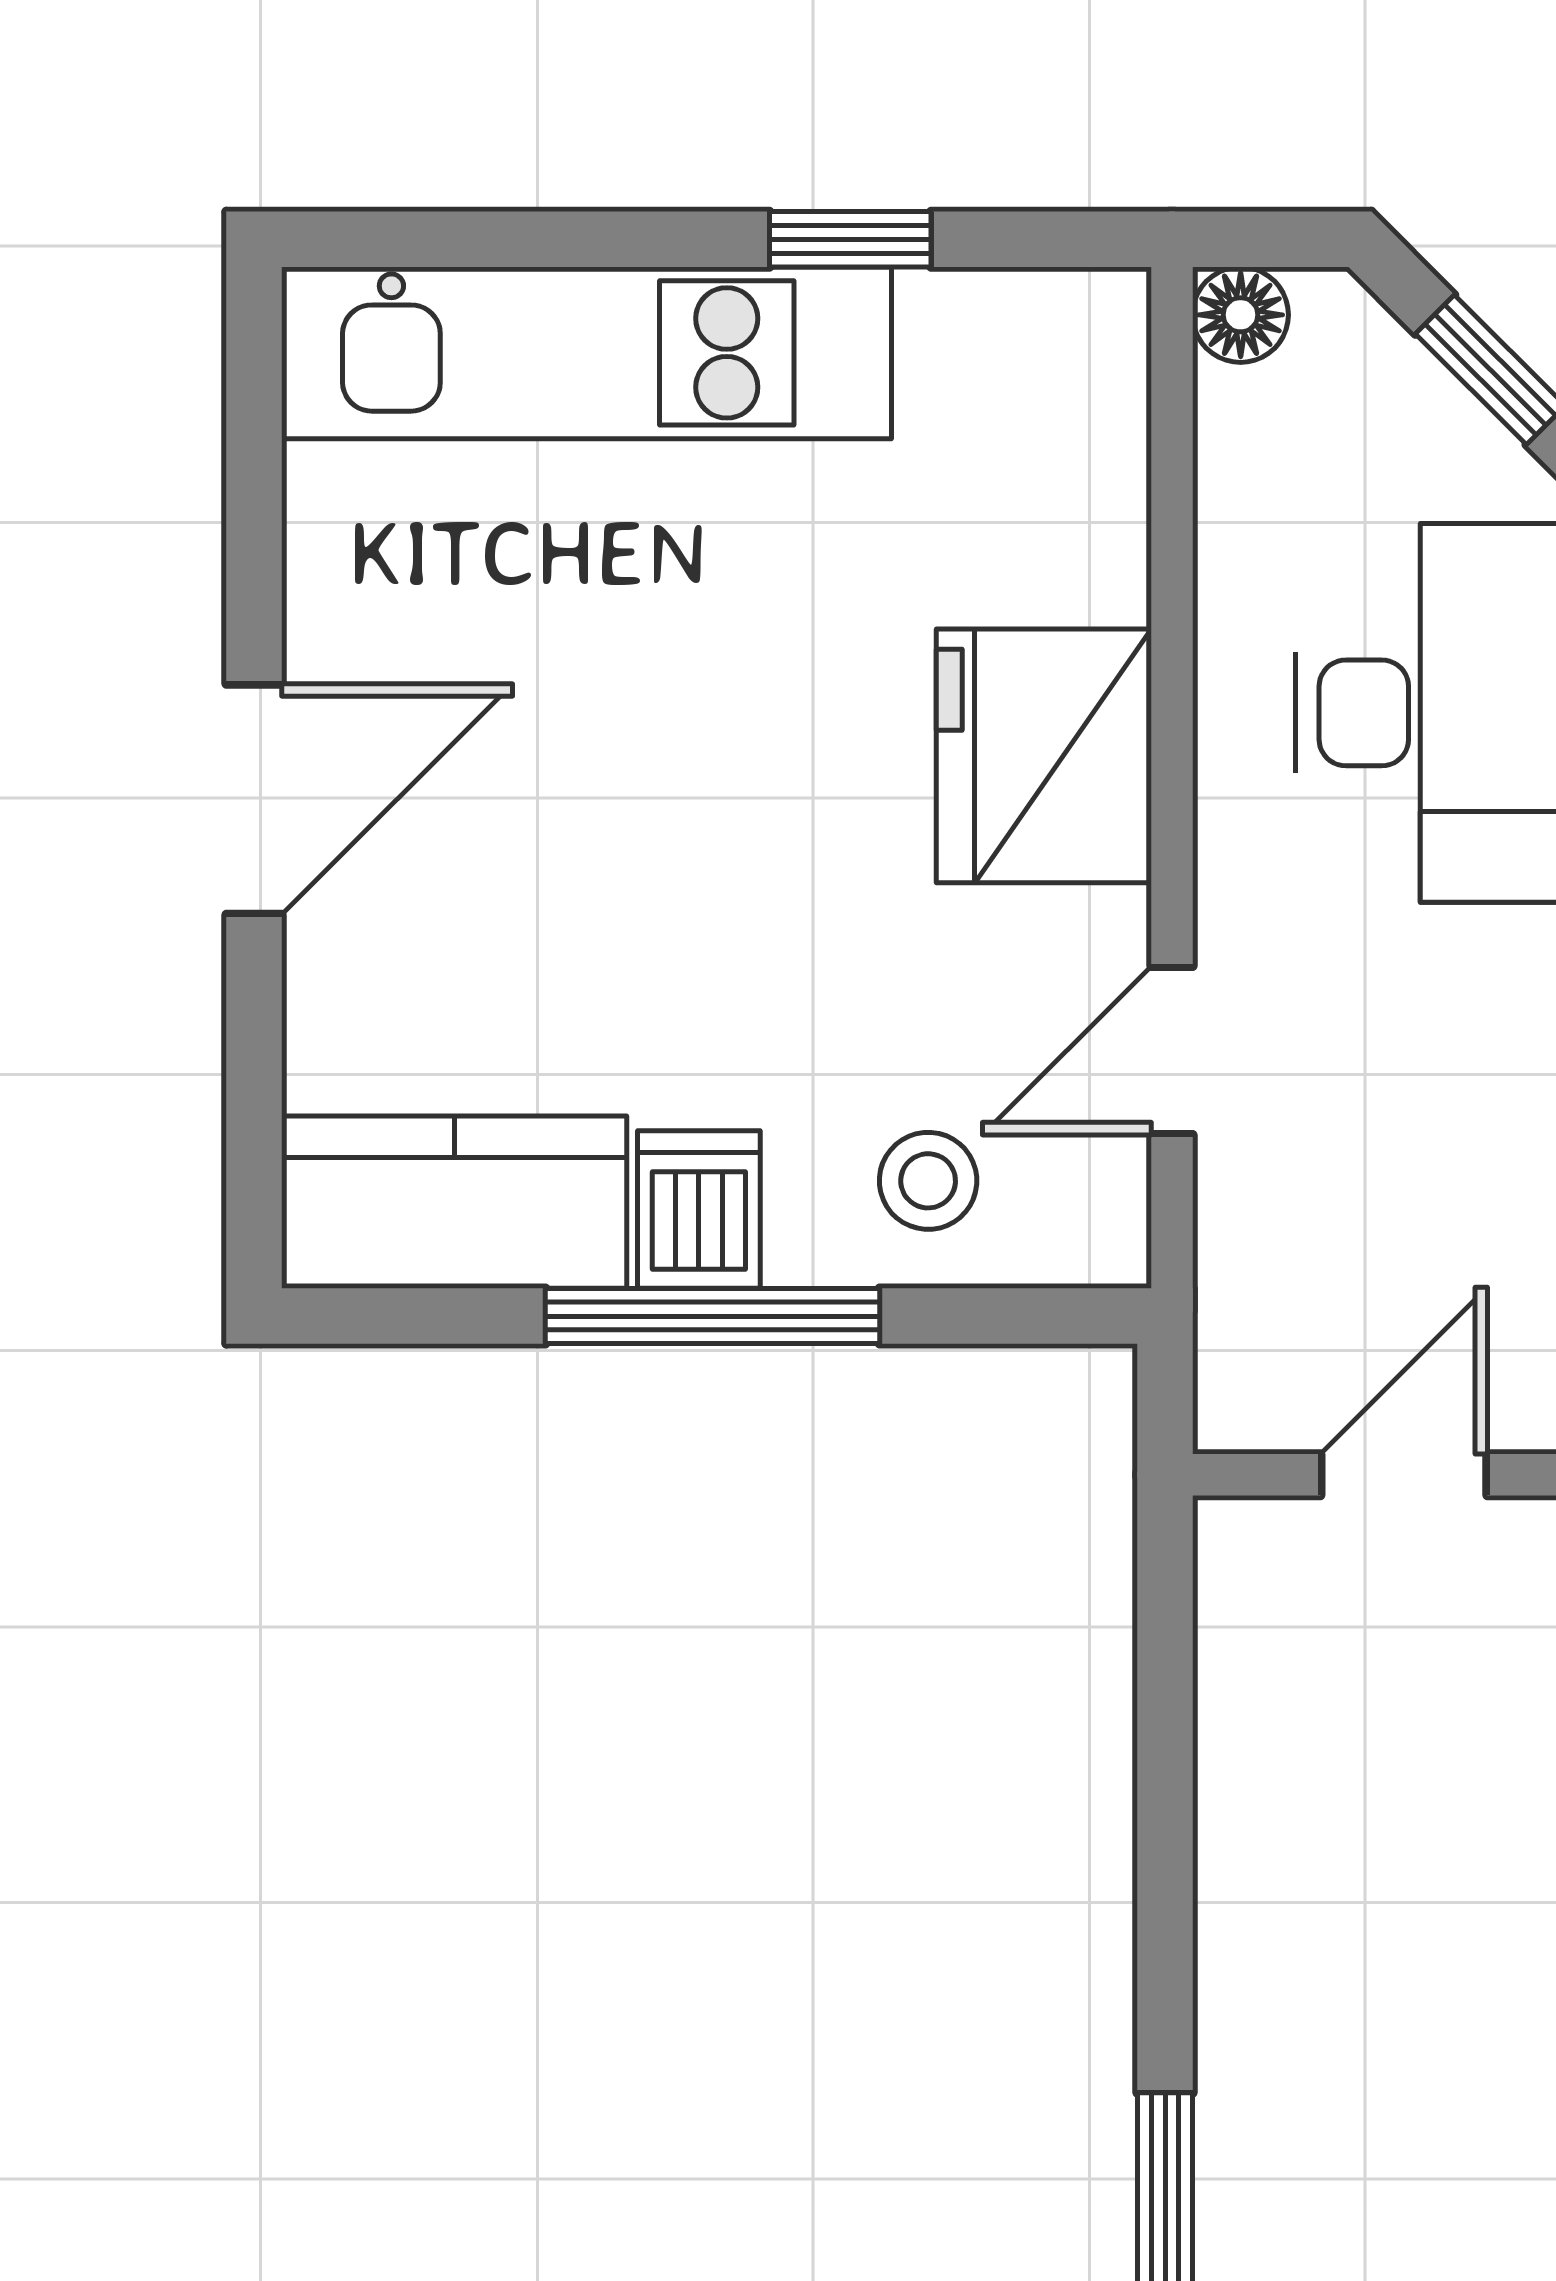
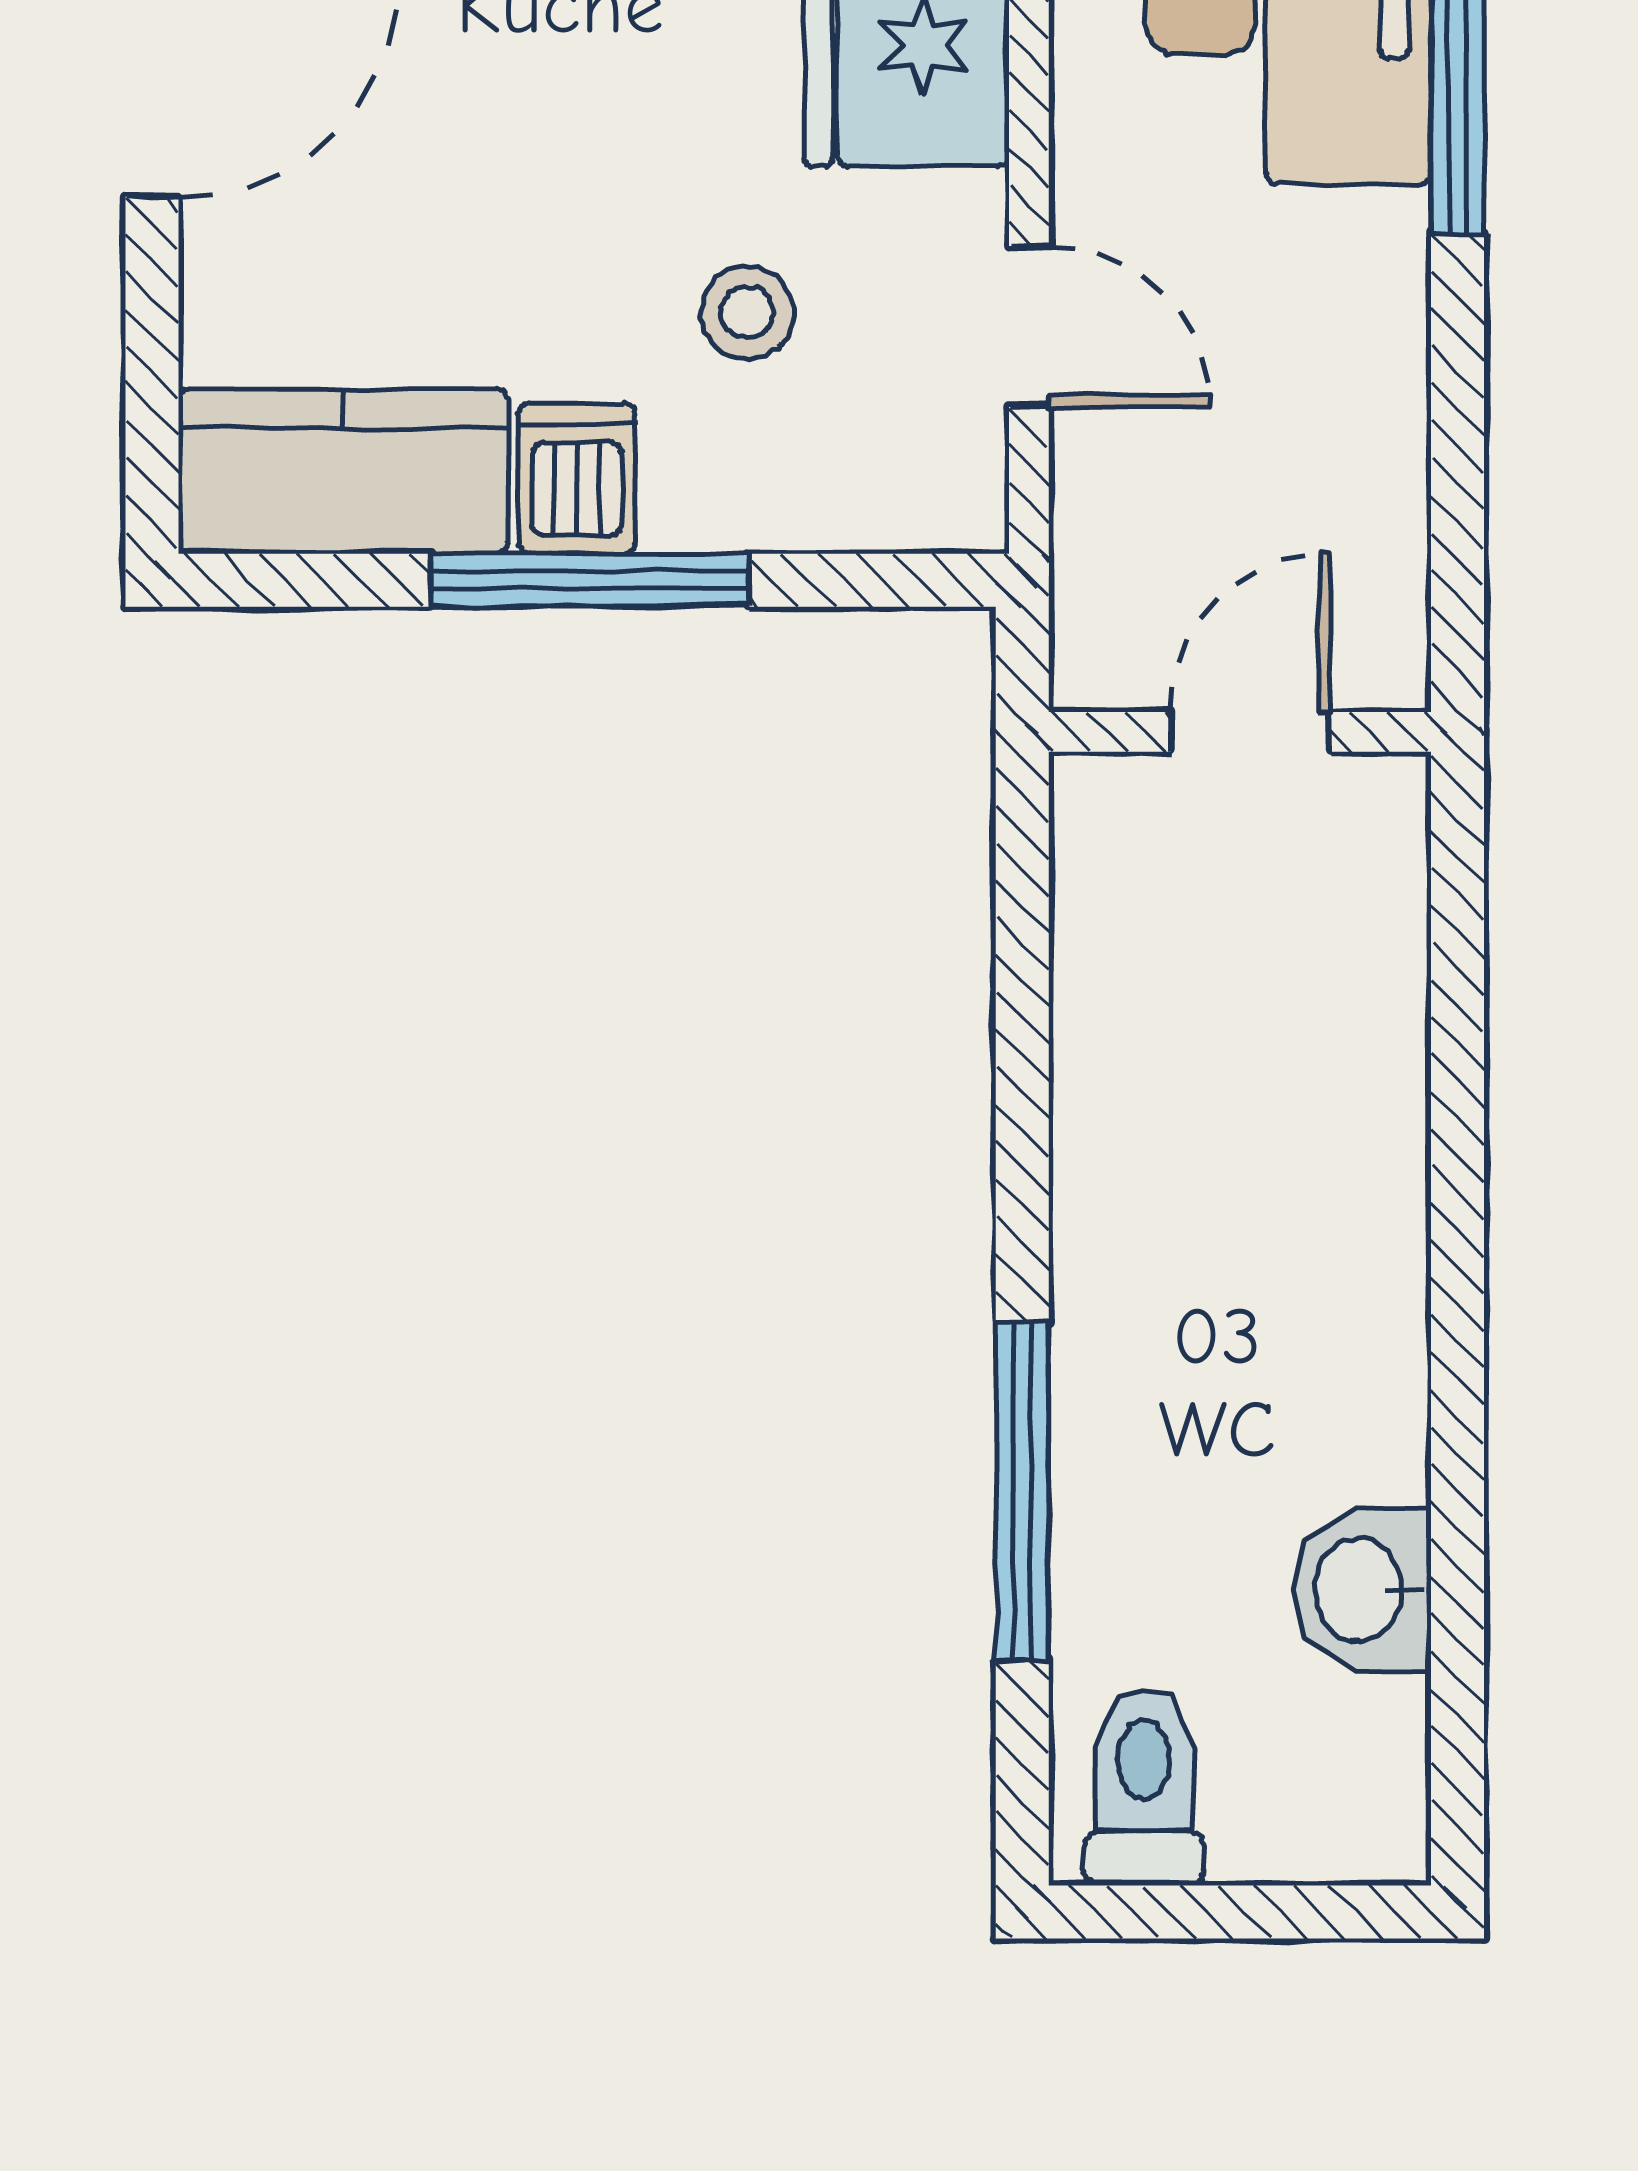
door: (1172, 1051) -> (1029, 327), swing flipped
stool: (928, 1181) -> (747, 313), moved

